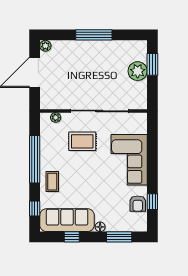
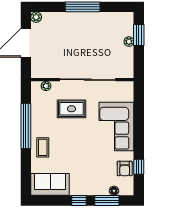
plant: (138, 71) -> (129, 41), width x0.53, depth x0.53
window: (35, 209) -> (26, 173), removed
sofa: (67, 220) -> (50, 184), width x0.73
floor lamp: (100, 227) -> (114, 191), moved
window: (72, 237) -> (79, 200), moved

